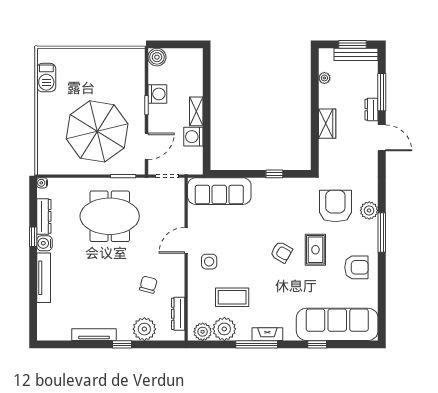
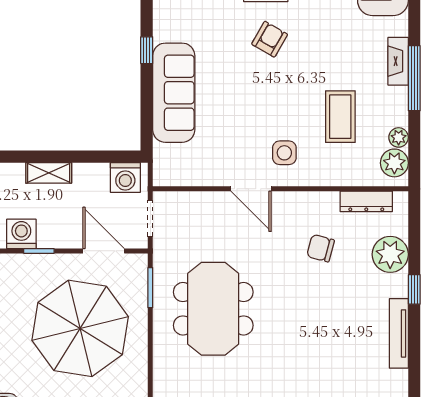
washing machine: (193, 137) -> (125, 177), moved
sofa: (219, 191) -> (174, 93), moved
plant: (224, 329) -> (399, 137), width x0.53, depth x0.53

